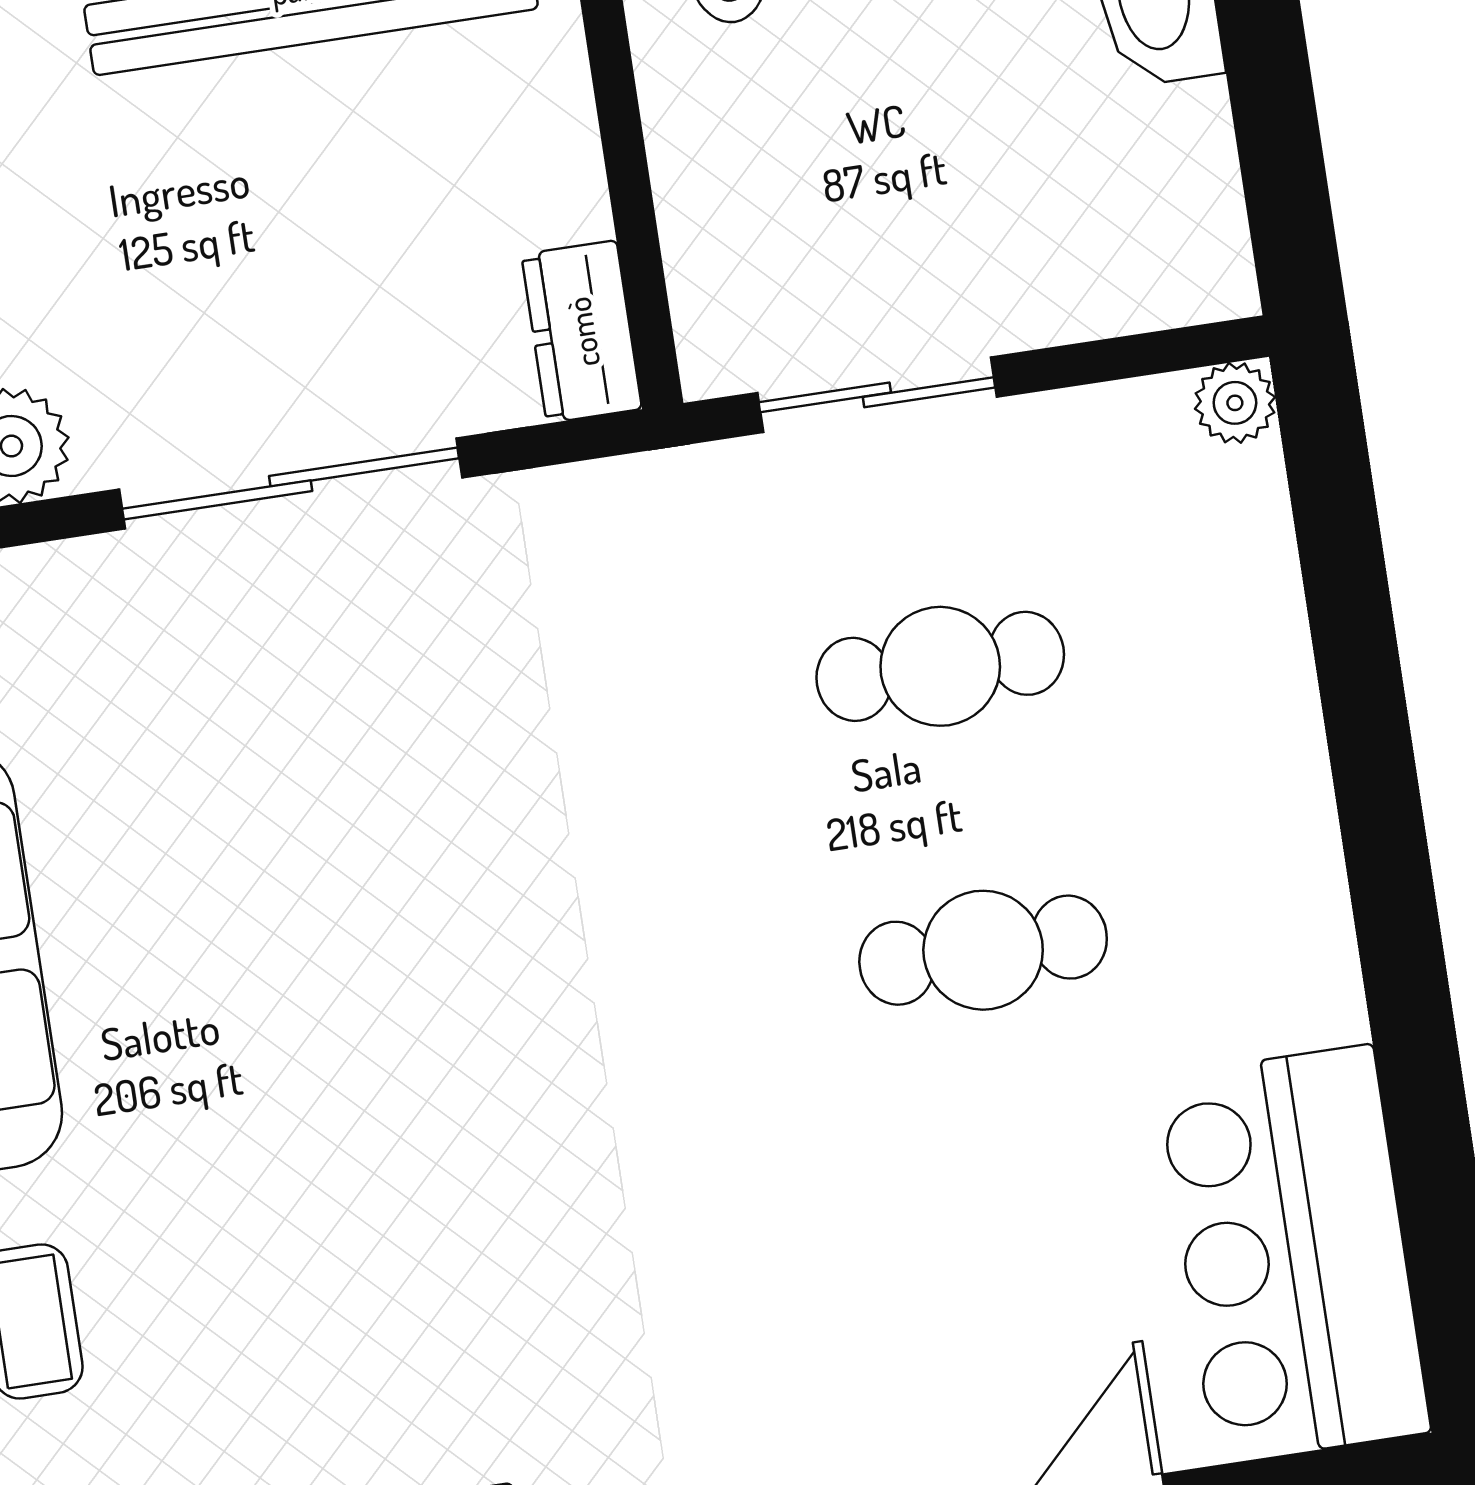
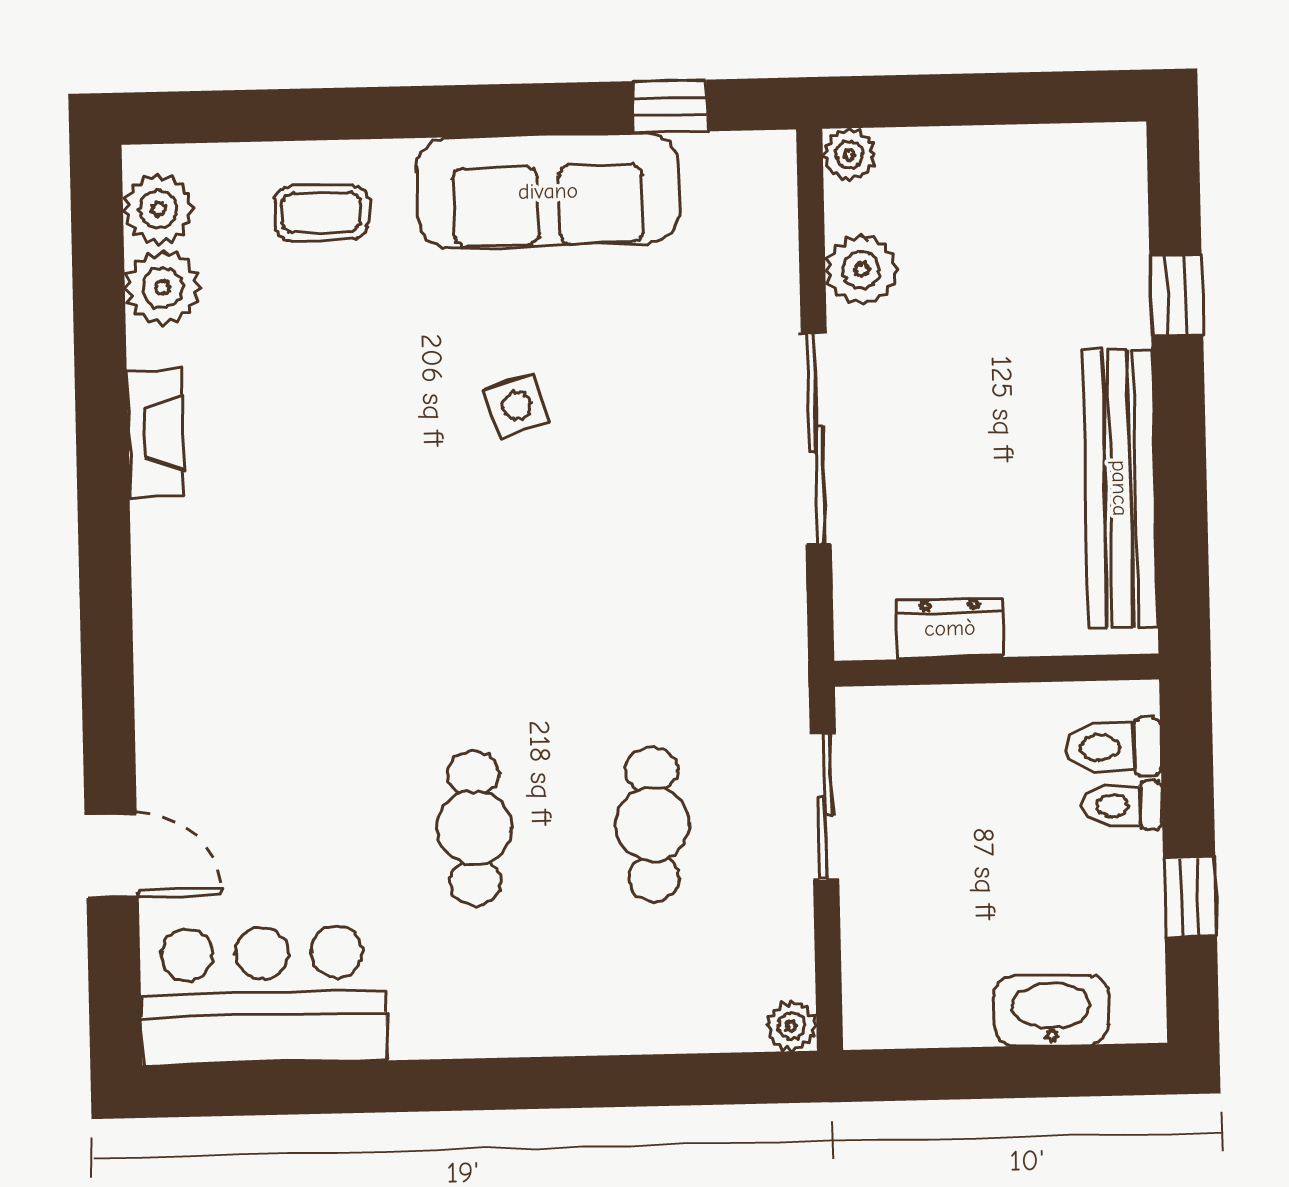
dresser: (582, 332) -> (950, 628), moved
side table: (299, 969) -> (517, 406), added

